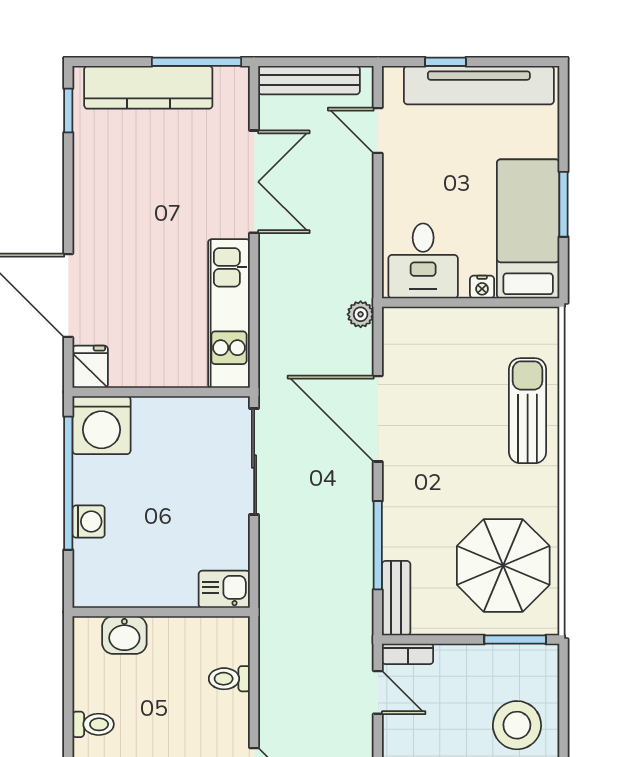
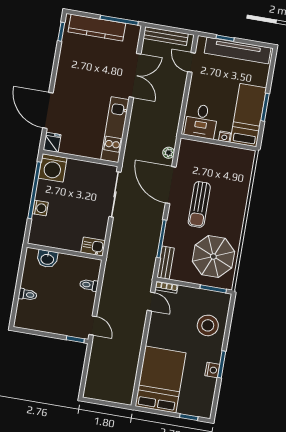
plant: (361, 314) -> (169, 153), moved
sun lounger: (528, 411) -> (199, 204), moved, turned 180

